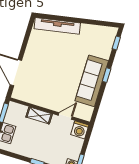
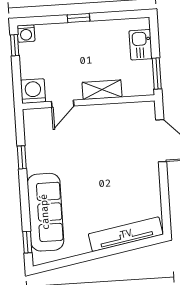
window: (107, 75) -> (22, 157), moved
sofa: (92, 81) -> (45, 212), moved

